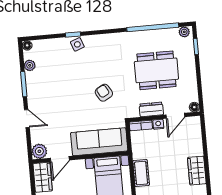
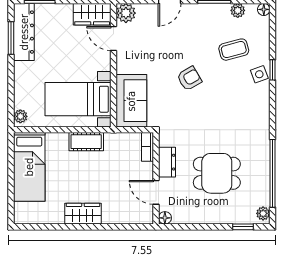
coffee table: (60, 66) -> (234, 50), added
dining table: (156, 70) -> (217, 173), width x0.73
armchair: (104, 93) -> (189, 78), moved
nightstand: (158, 124) -> (147, 169), removed
sofa: (99, 142) -> (131, 101), width x0.73

